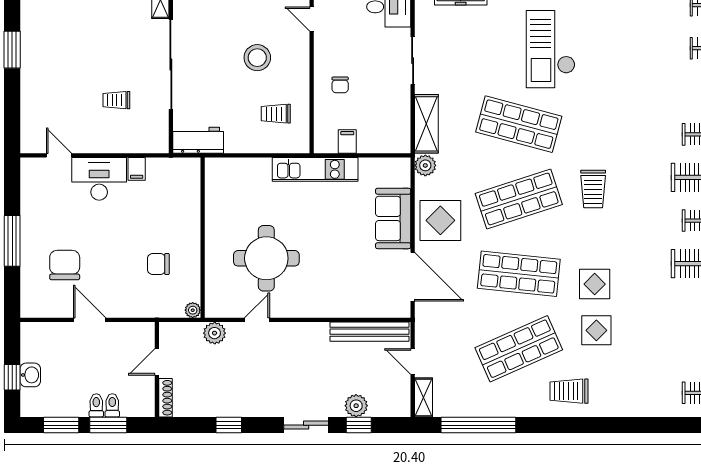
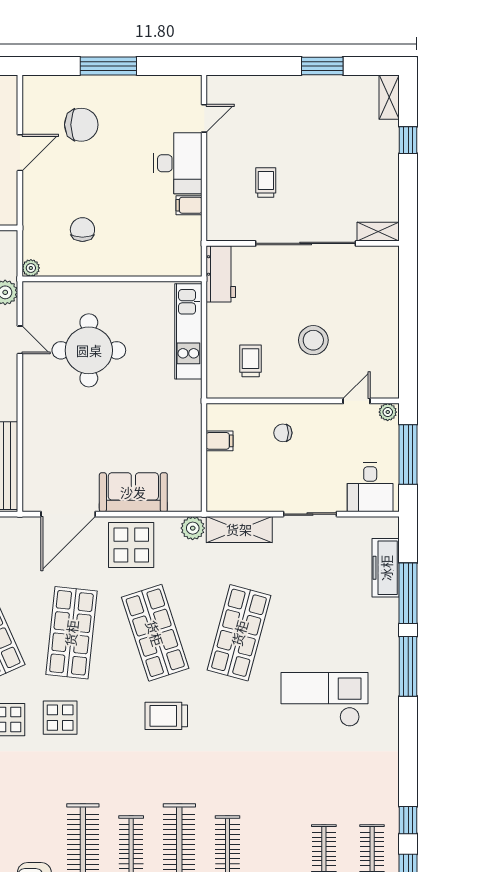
checkout: (551, 49) -> (324, 699), moved
kitchen unit: (315, 169) -> (188, 331), moved

